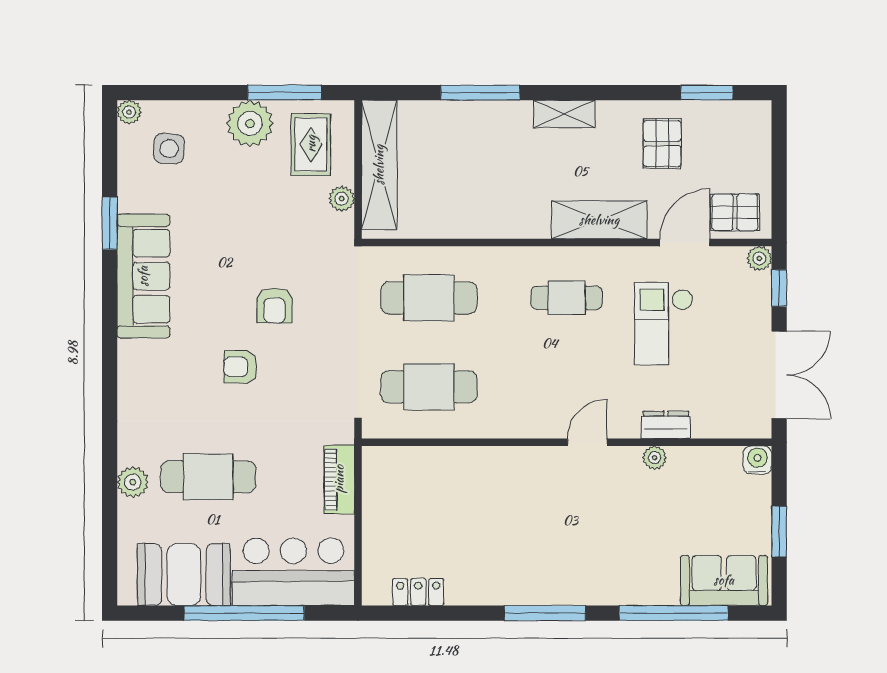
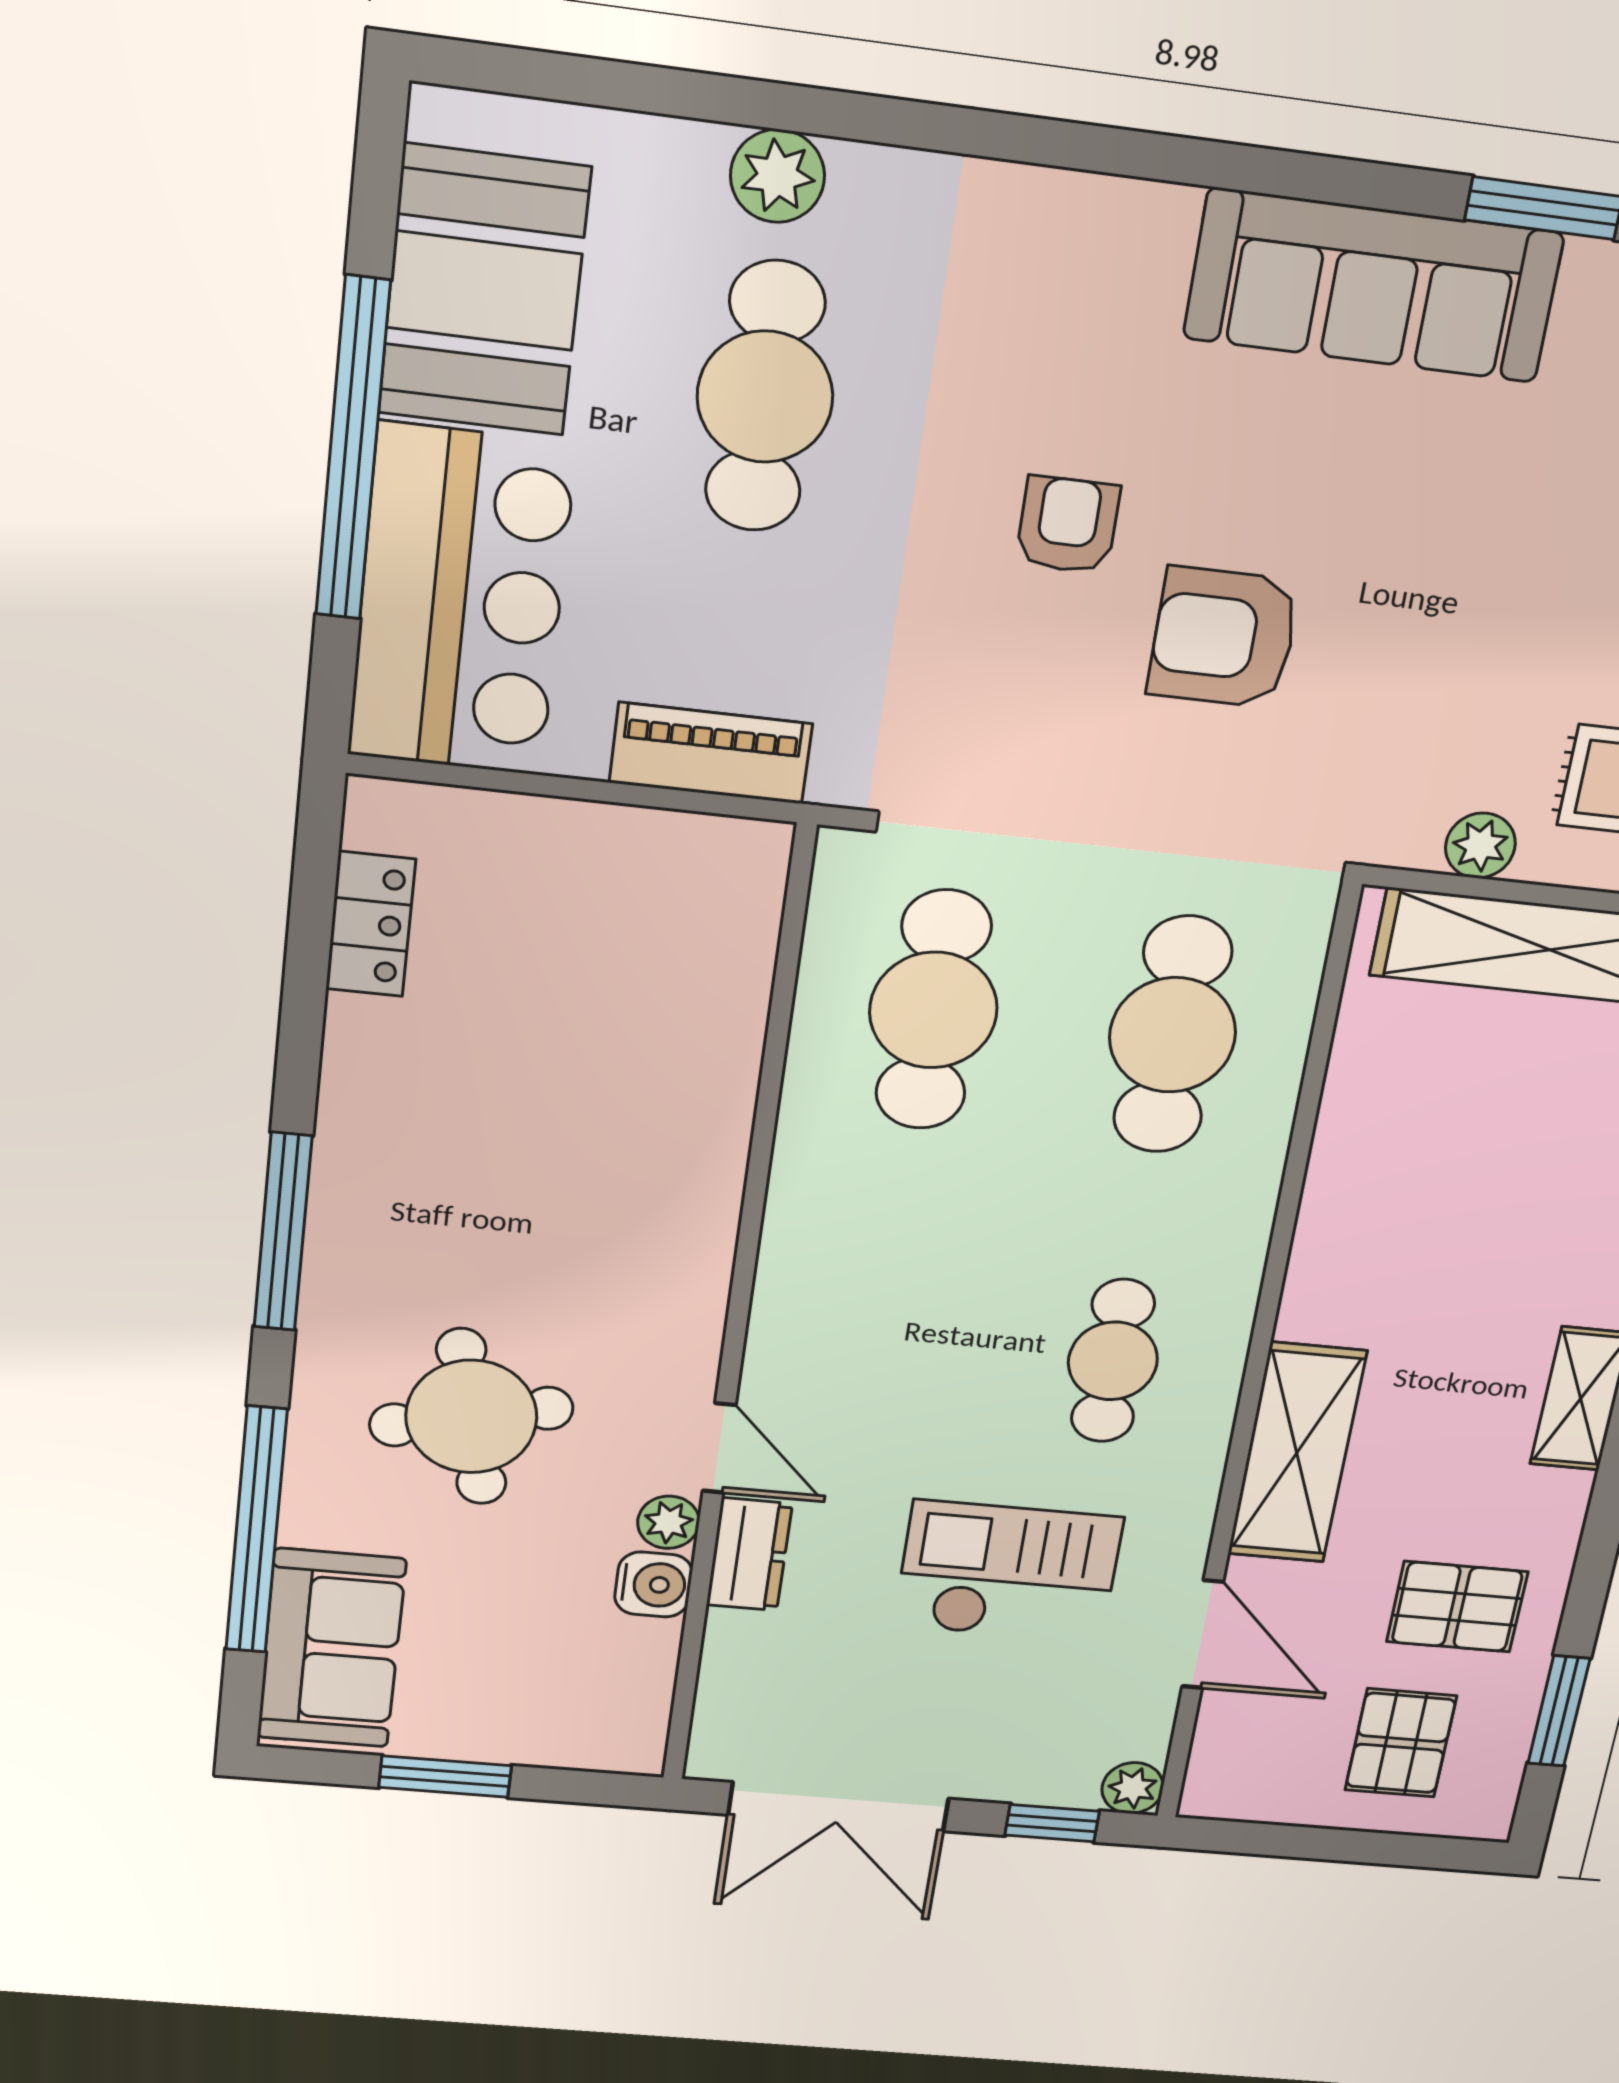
pallet: (735, 212) -> (1401, 1743), moved
armchair: (274, 306) -> (1224, 637), width x1.38, depth x1.38
door: (587, 442) -> (719, 1448), moved
water cooler: (757, 460) -> (653, 1584), moved
round table: (616, 537) -> (471, 1417), added

